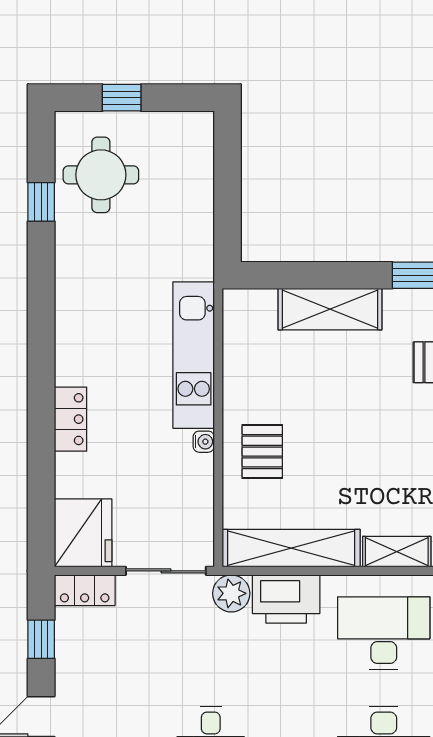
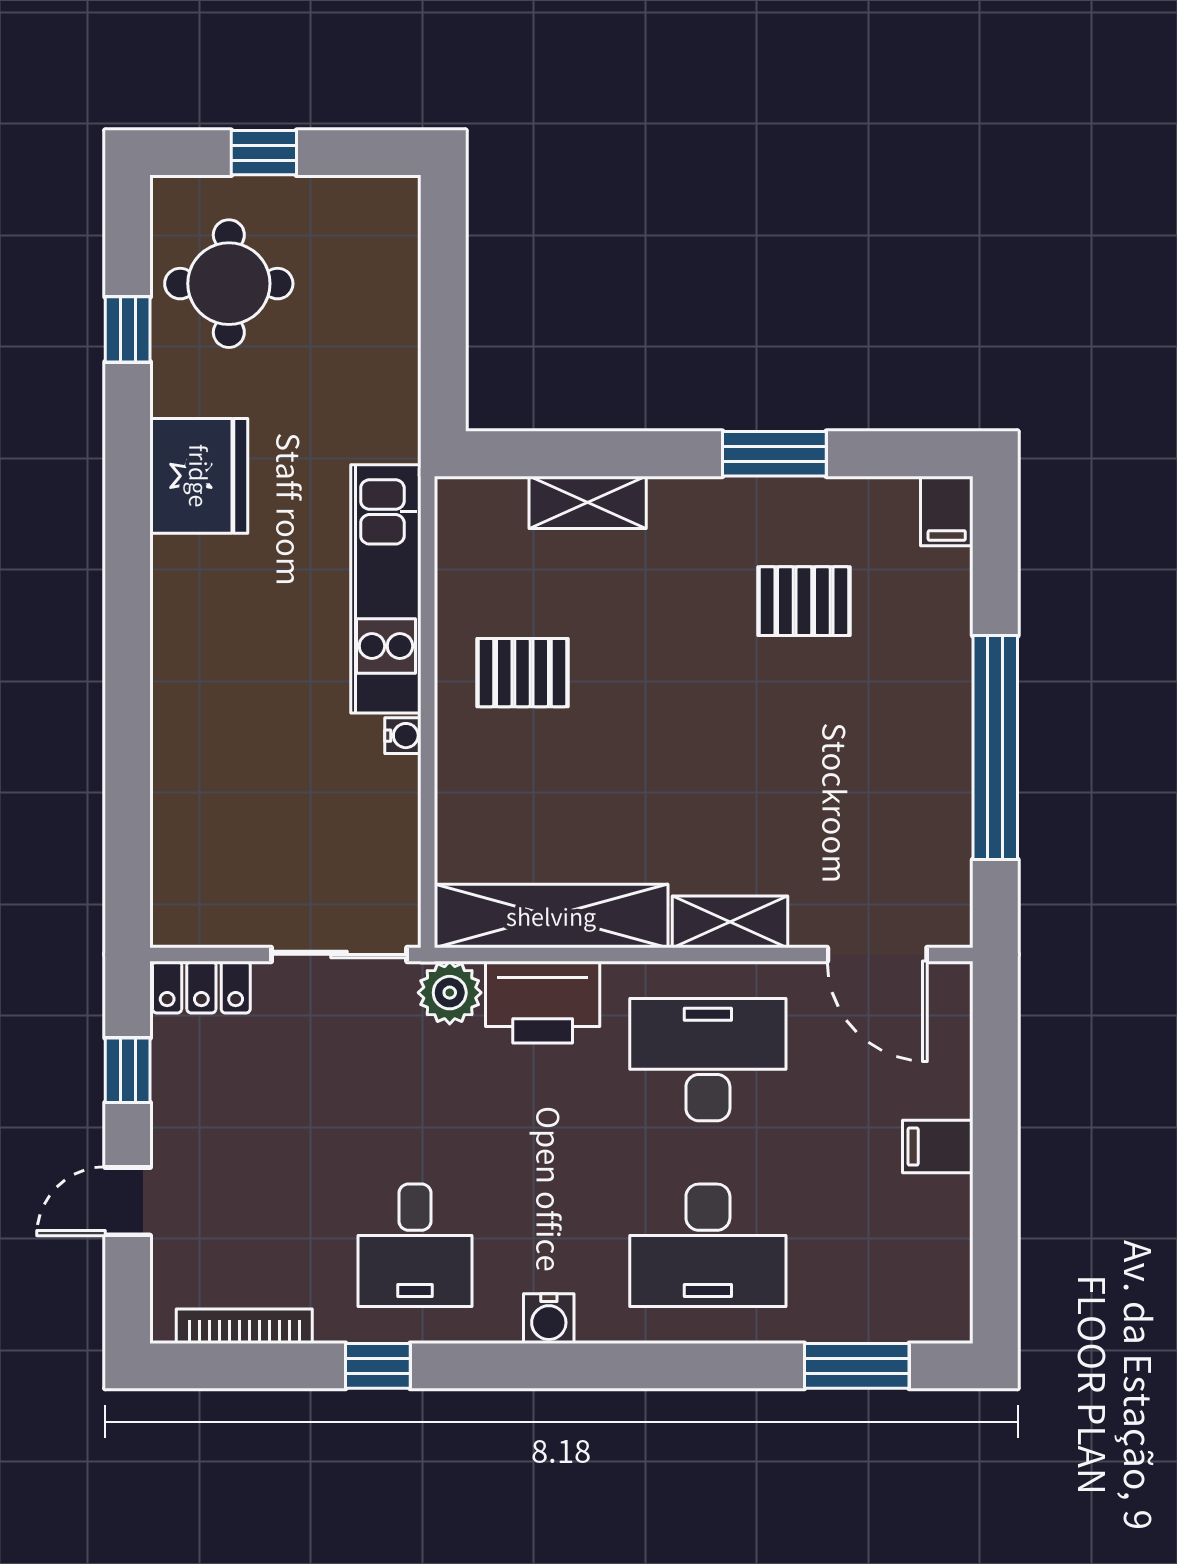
shelving: (330, 309) -> (588, 502), width x0.67, depth x0.75
locker: (71, 419) -> (177, 697), removed
pallet: (262, 452) -> (522, 673), moved, turned 90
fridge: (83, 533) -> (199, 476), moved

